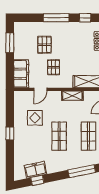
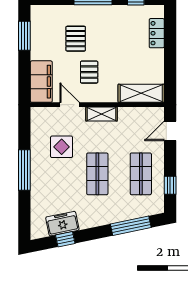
door: (40, 89) -> (70, 105), swing flipped
shelving: (72, 96) -> (101, 114), moved
window: (10, 133) -> (24, 170), width x2.17

